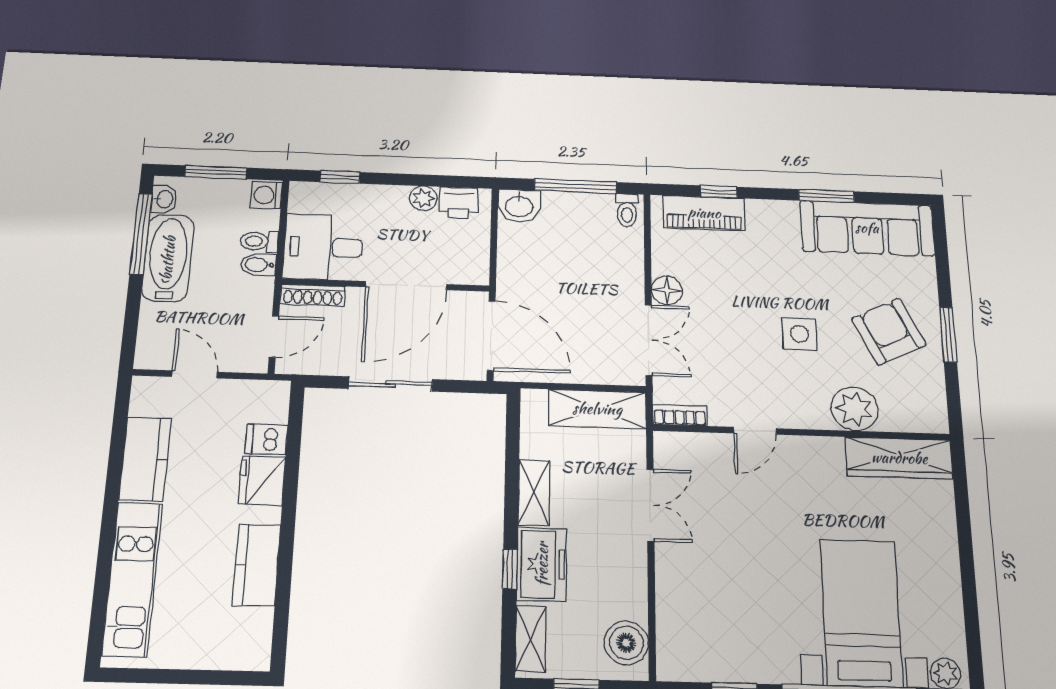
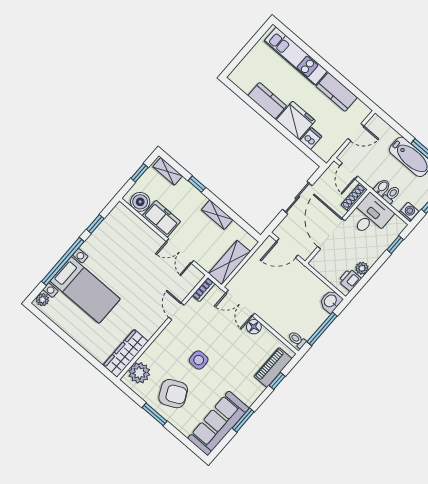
door: (491, 336) -> (287, 248), width x0.73
plant: (854, 409) -> (139, 373), moved
fridge: (262, 481) -> (296, 120), width x1.36, depth x1.34
freezer: (542, 564) -> (161, 219), moved, turned 180

